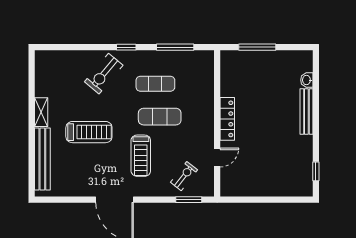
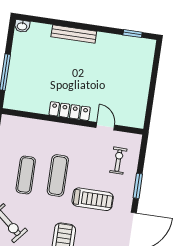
washbasin: (307, 80) -> (22, 26), moved
exercise bike: (184, 176) -> (118, 161), turned 53
window: (189, 200) -> (138, 186), moved

